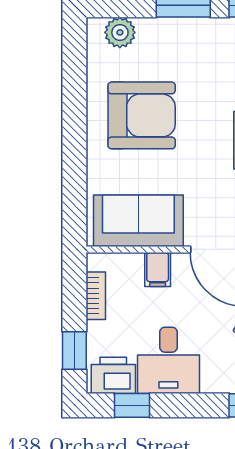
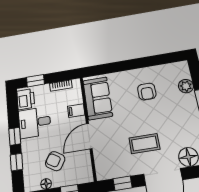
plant: (120, 32) -> (186, 86), moved
armchair: (142, 115) -> (147, 92), width x0.53, depth x0.53
window: (132, 405) -> (15, 136), moved

